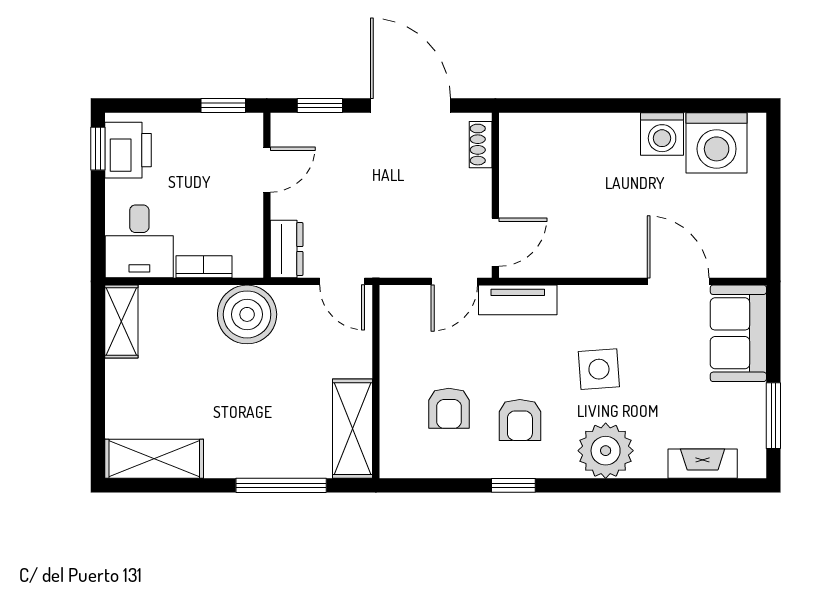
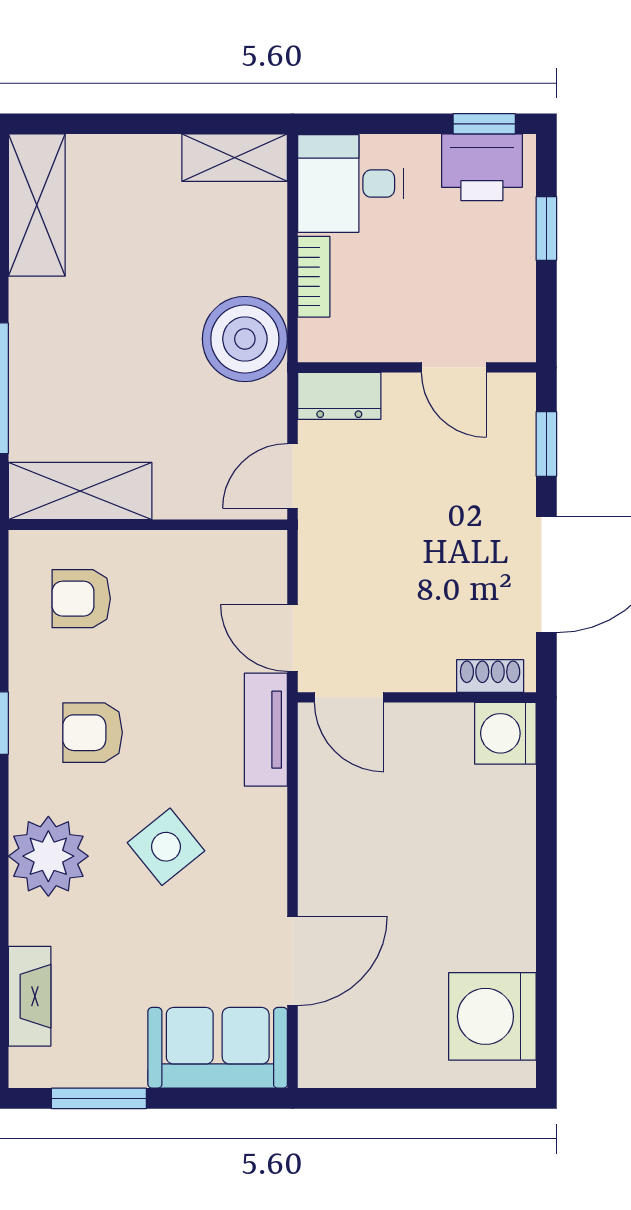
window: (223, 105) -> (546, 229), moved
washing machine: (662, 134) -> (505, 733), moved
side table: (599, 369) -> (166, 847), turned -35
armchair: (449, 408) -> (81, 599), moved

